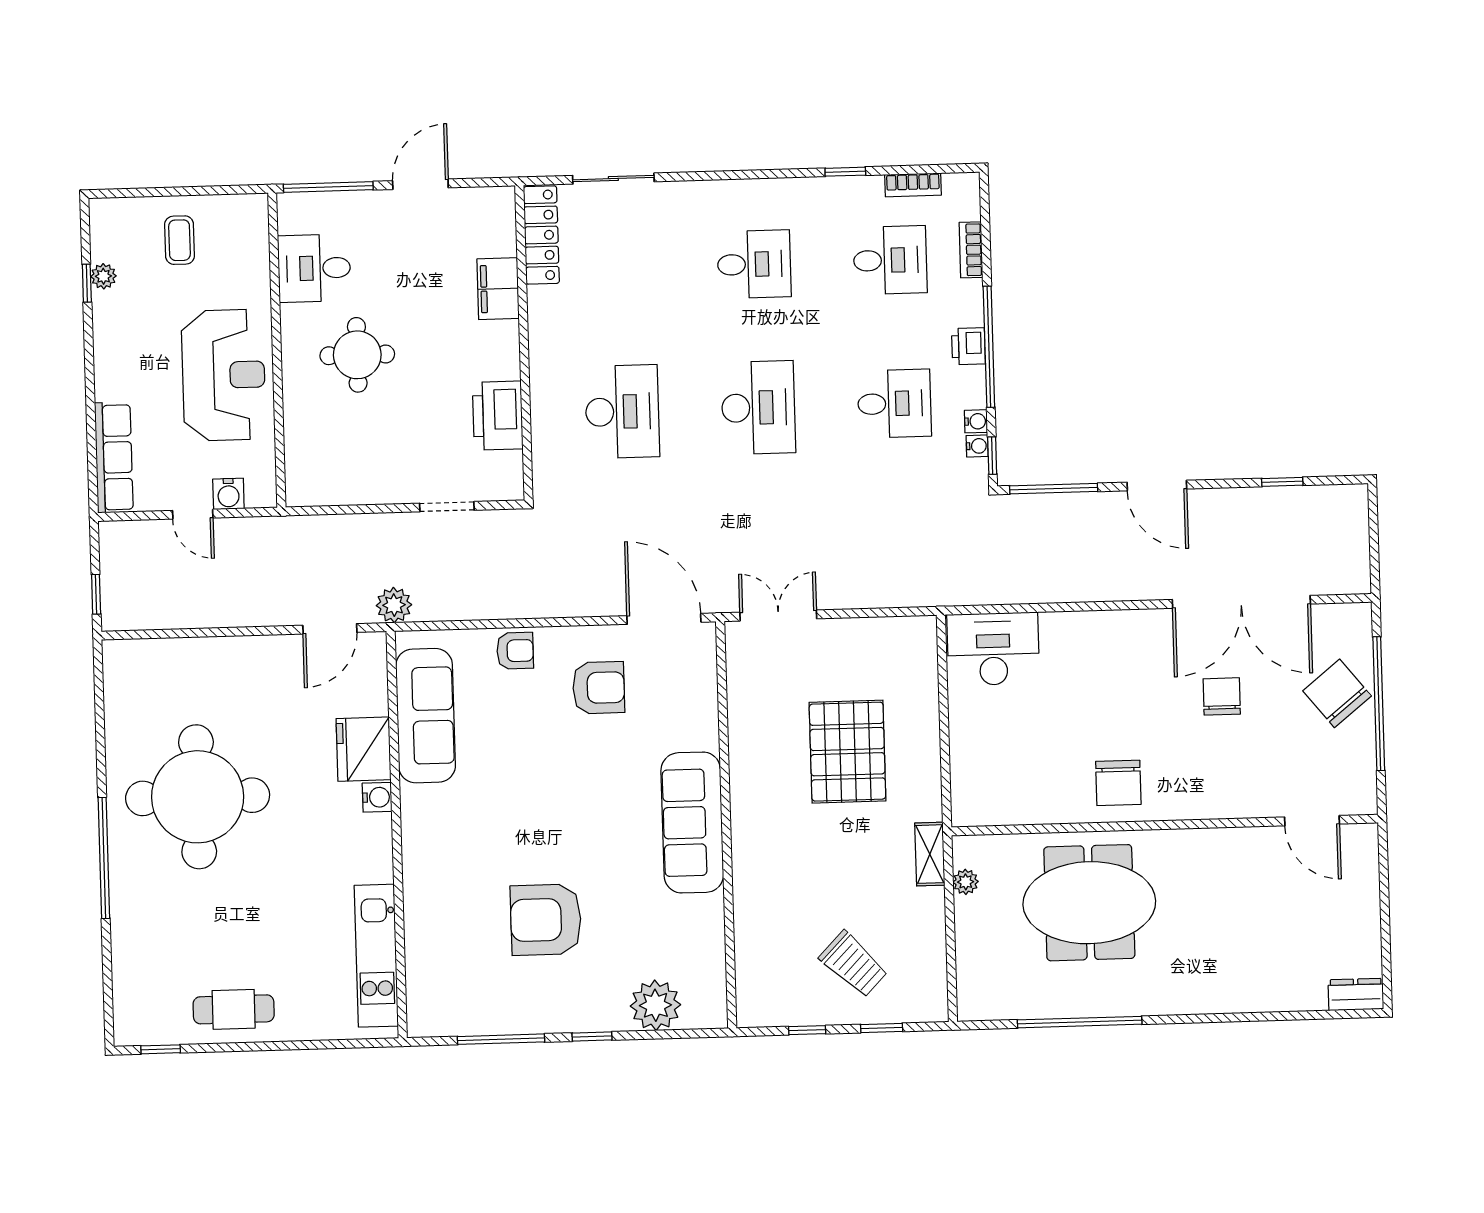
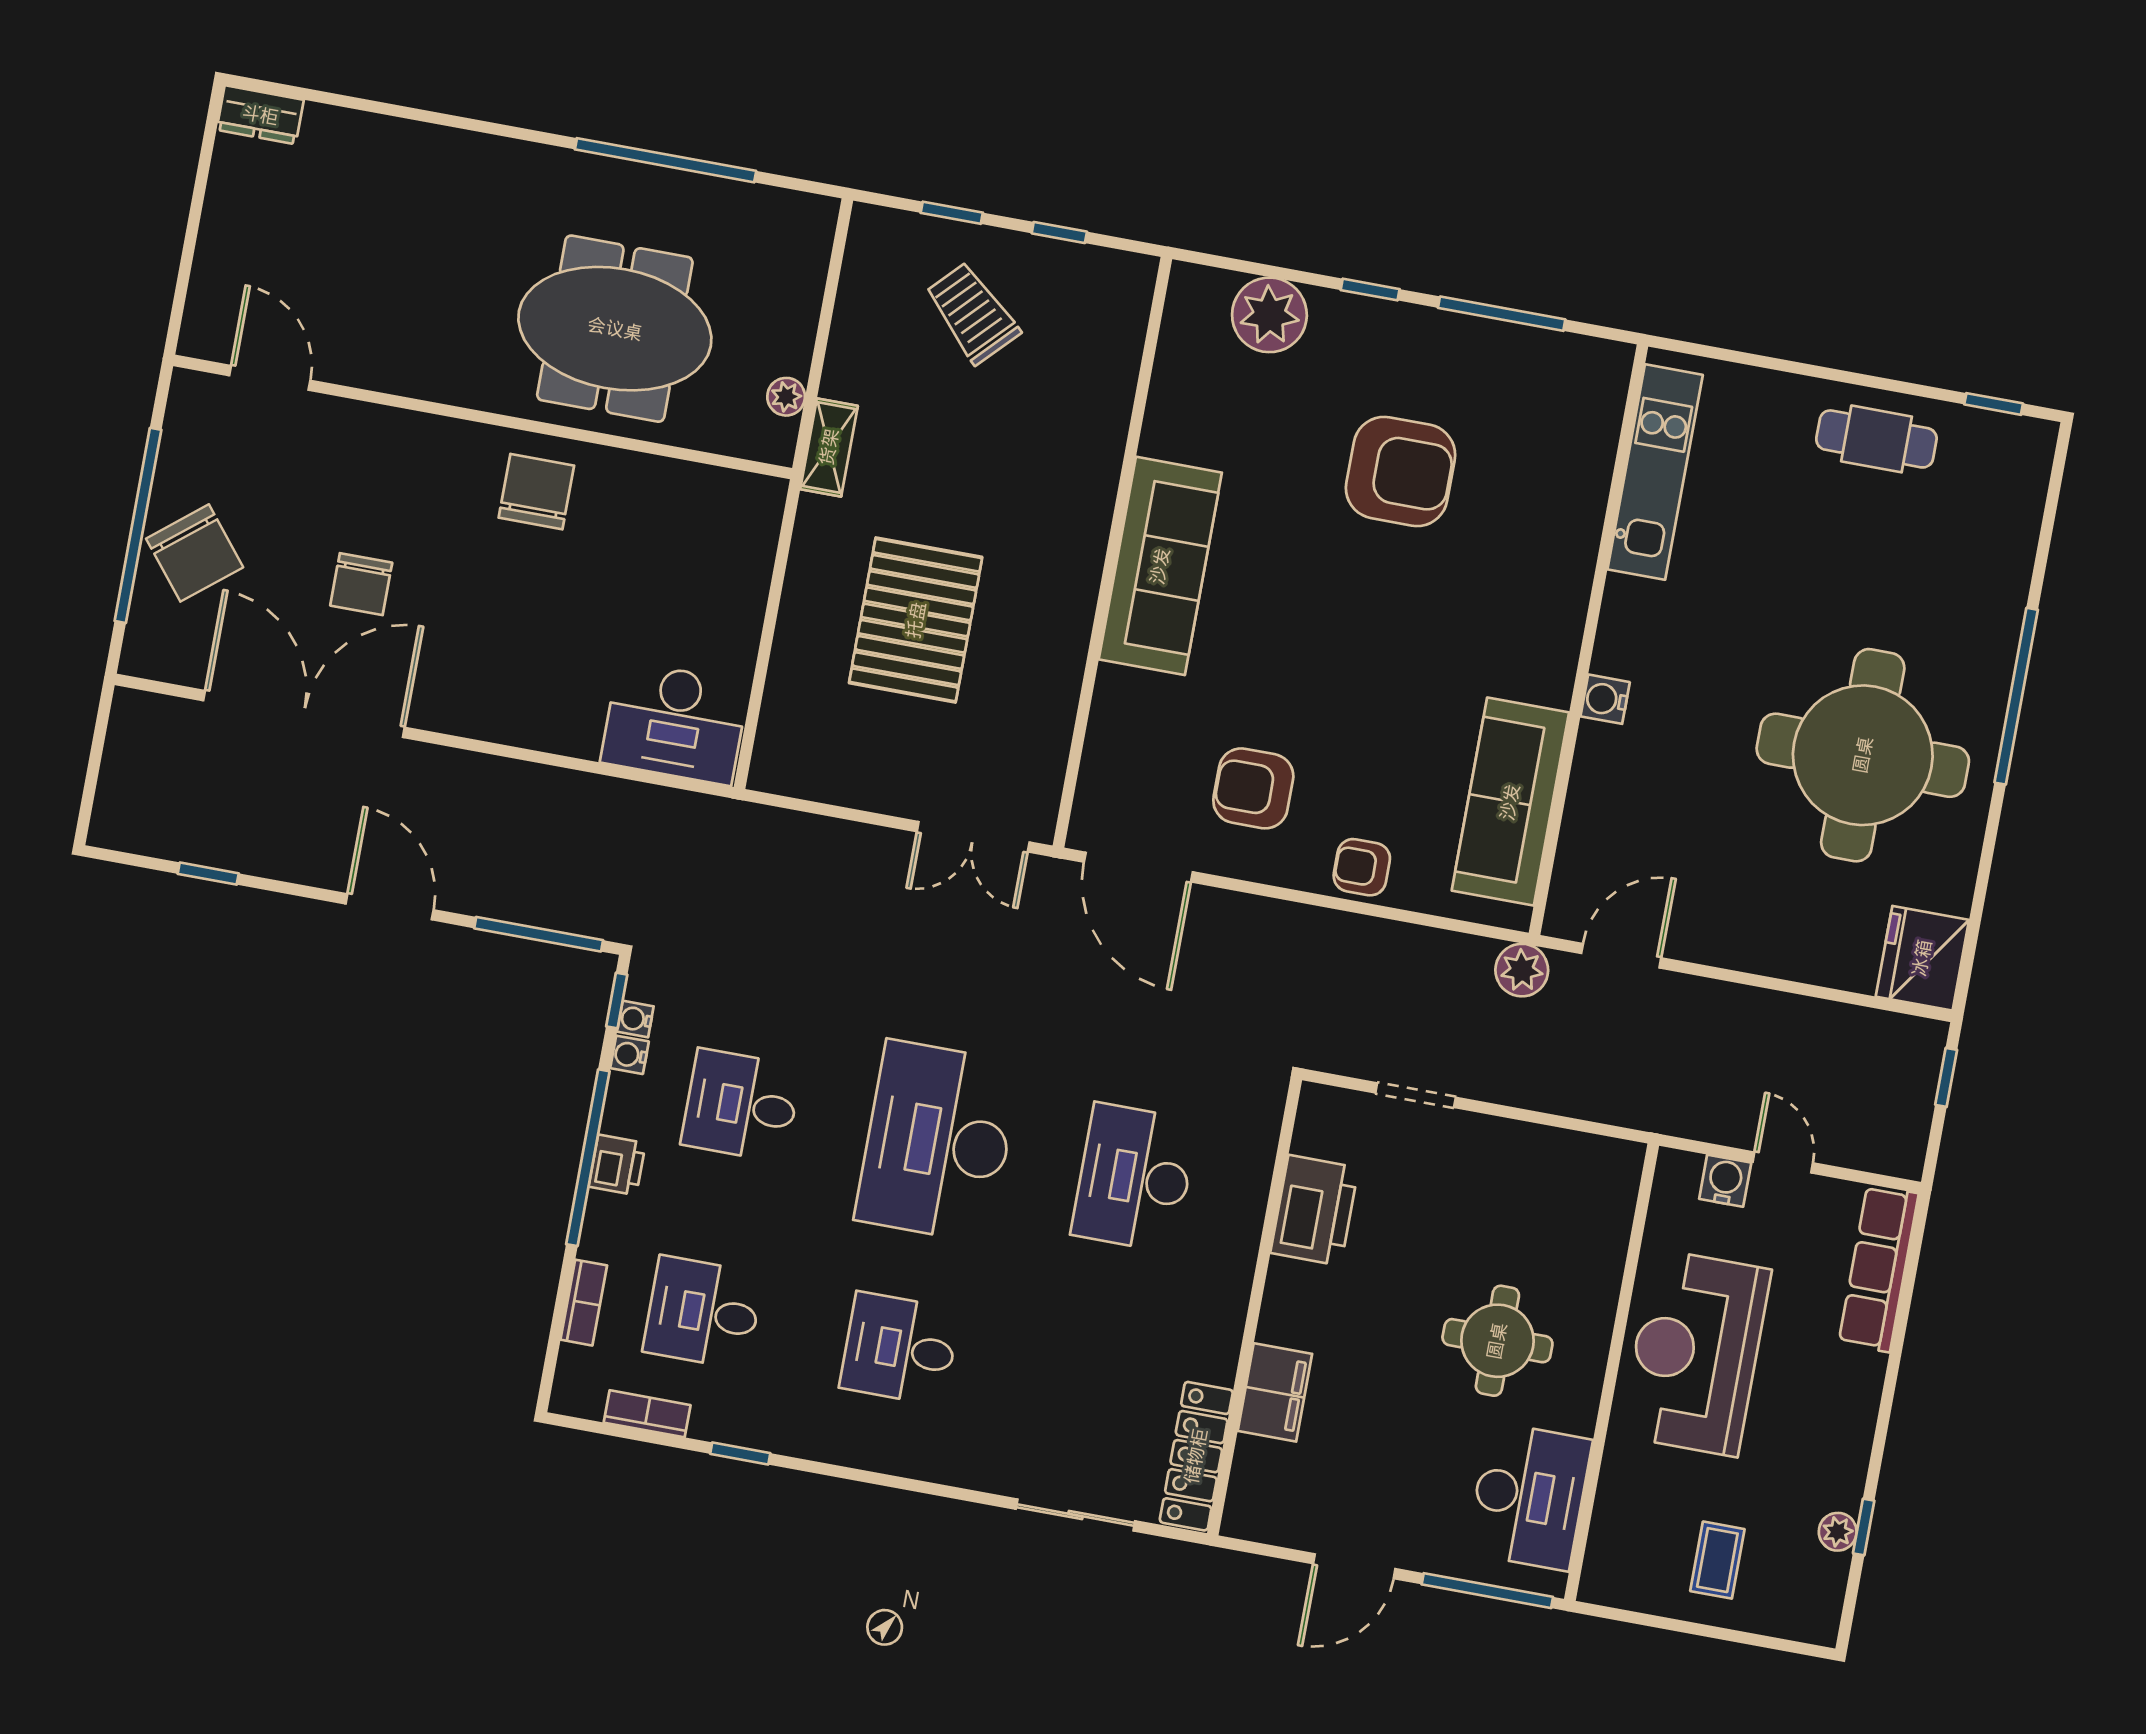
desk: (314, 268) -> (1529, 1496), width x1.37
desk: (758, 408) -> (938, 1142), width x1.36, depth x1.30
fridge: (364, 749) -> (1922, 958), moved, turned 180

